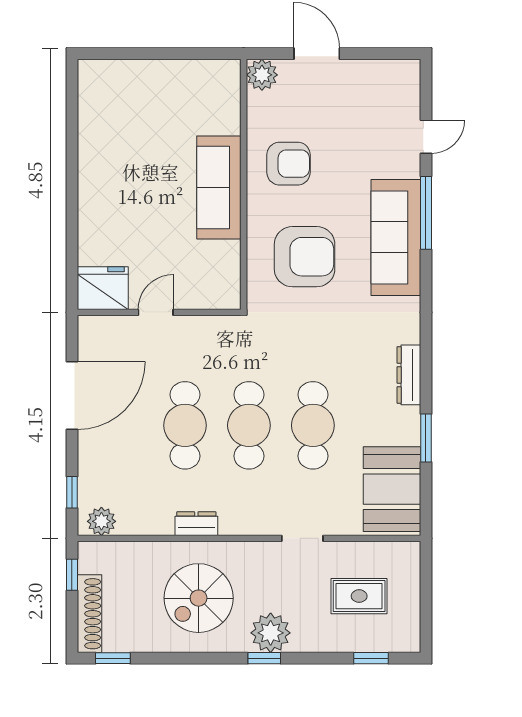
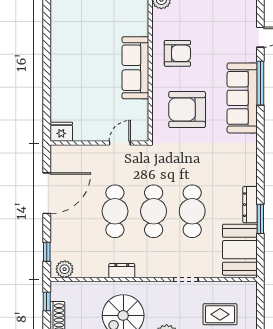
armchair: (305, 257) -> (187, 109), turned 180
fridge: (103, 288) -> (61, 132), width x0.73, depth x0.75
door: (156, 312) -> (120, 143), moved
dresser: (409, 375) -> (250, 205), moved

